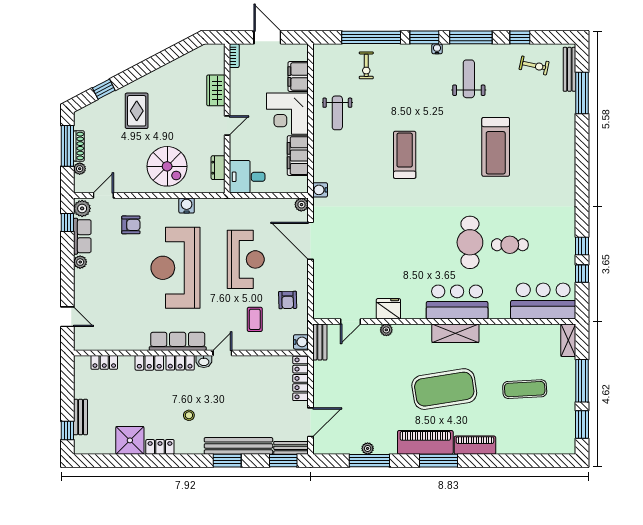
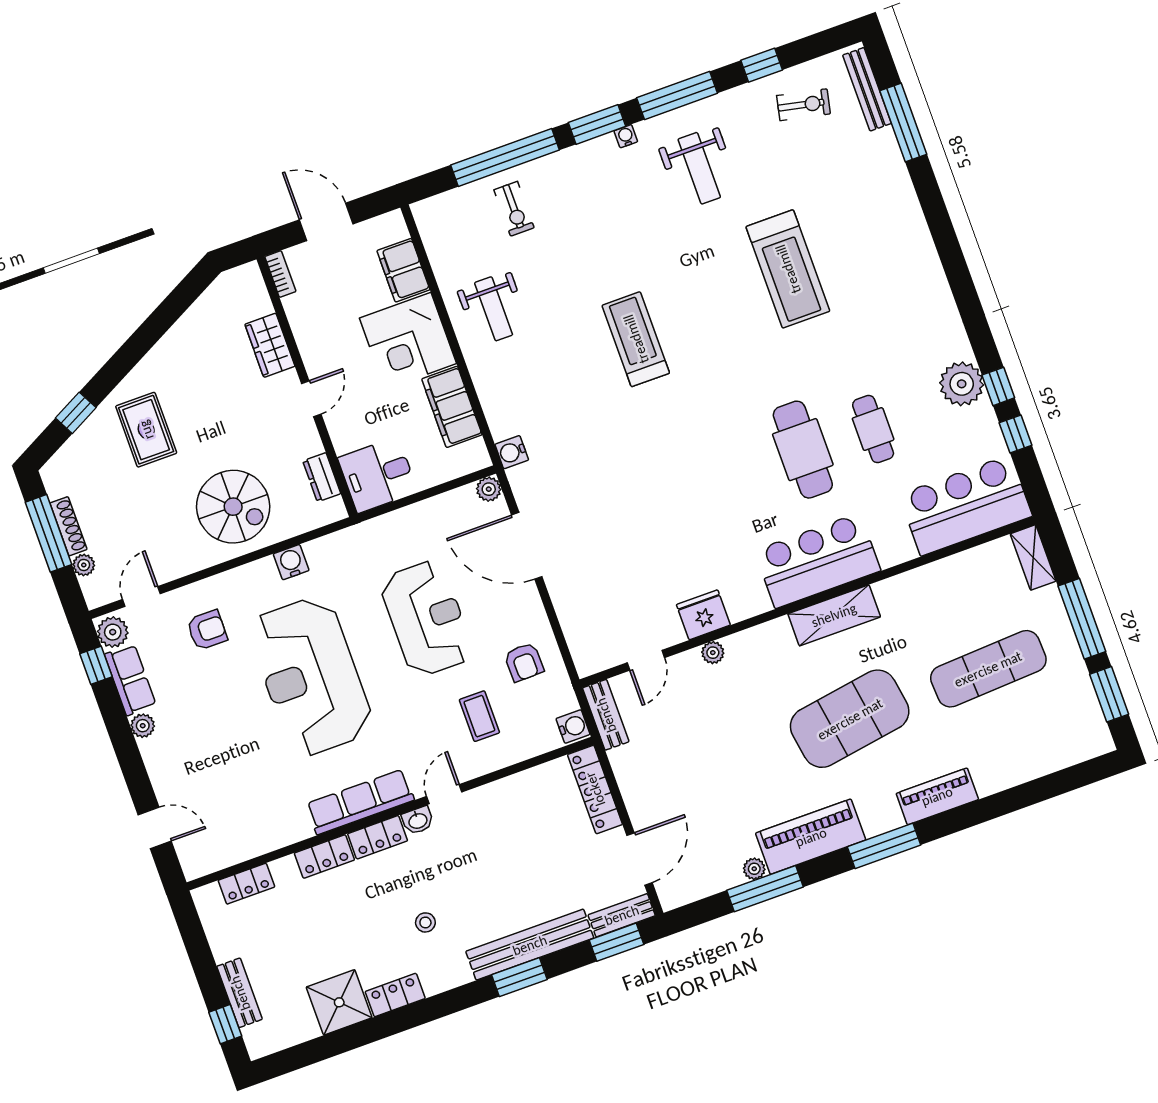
weight bench: (469, 79) -> (699, 168), turned 180
plant: (564, 238) -> (962, 384), added
cafe table: (510, 245) -> (873, 429), turned 90
exercise mat: (525, 389) -> (988, 669), width x1.36, depth x1.45
piano: (425, 442) -> (811, 837), moved

